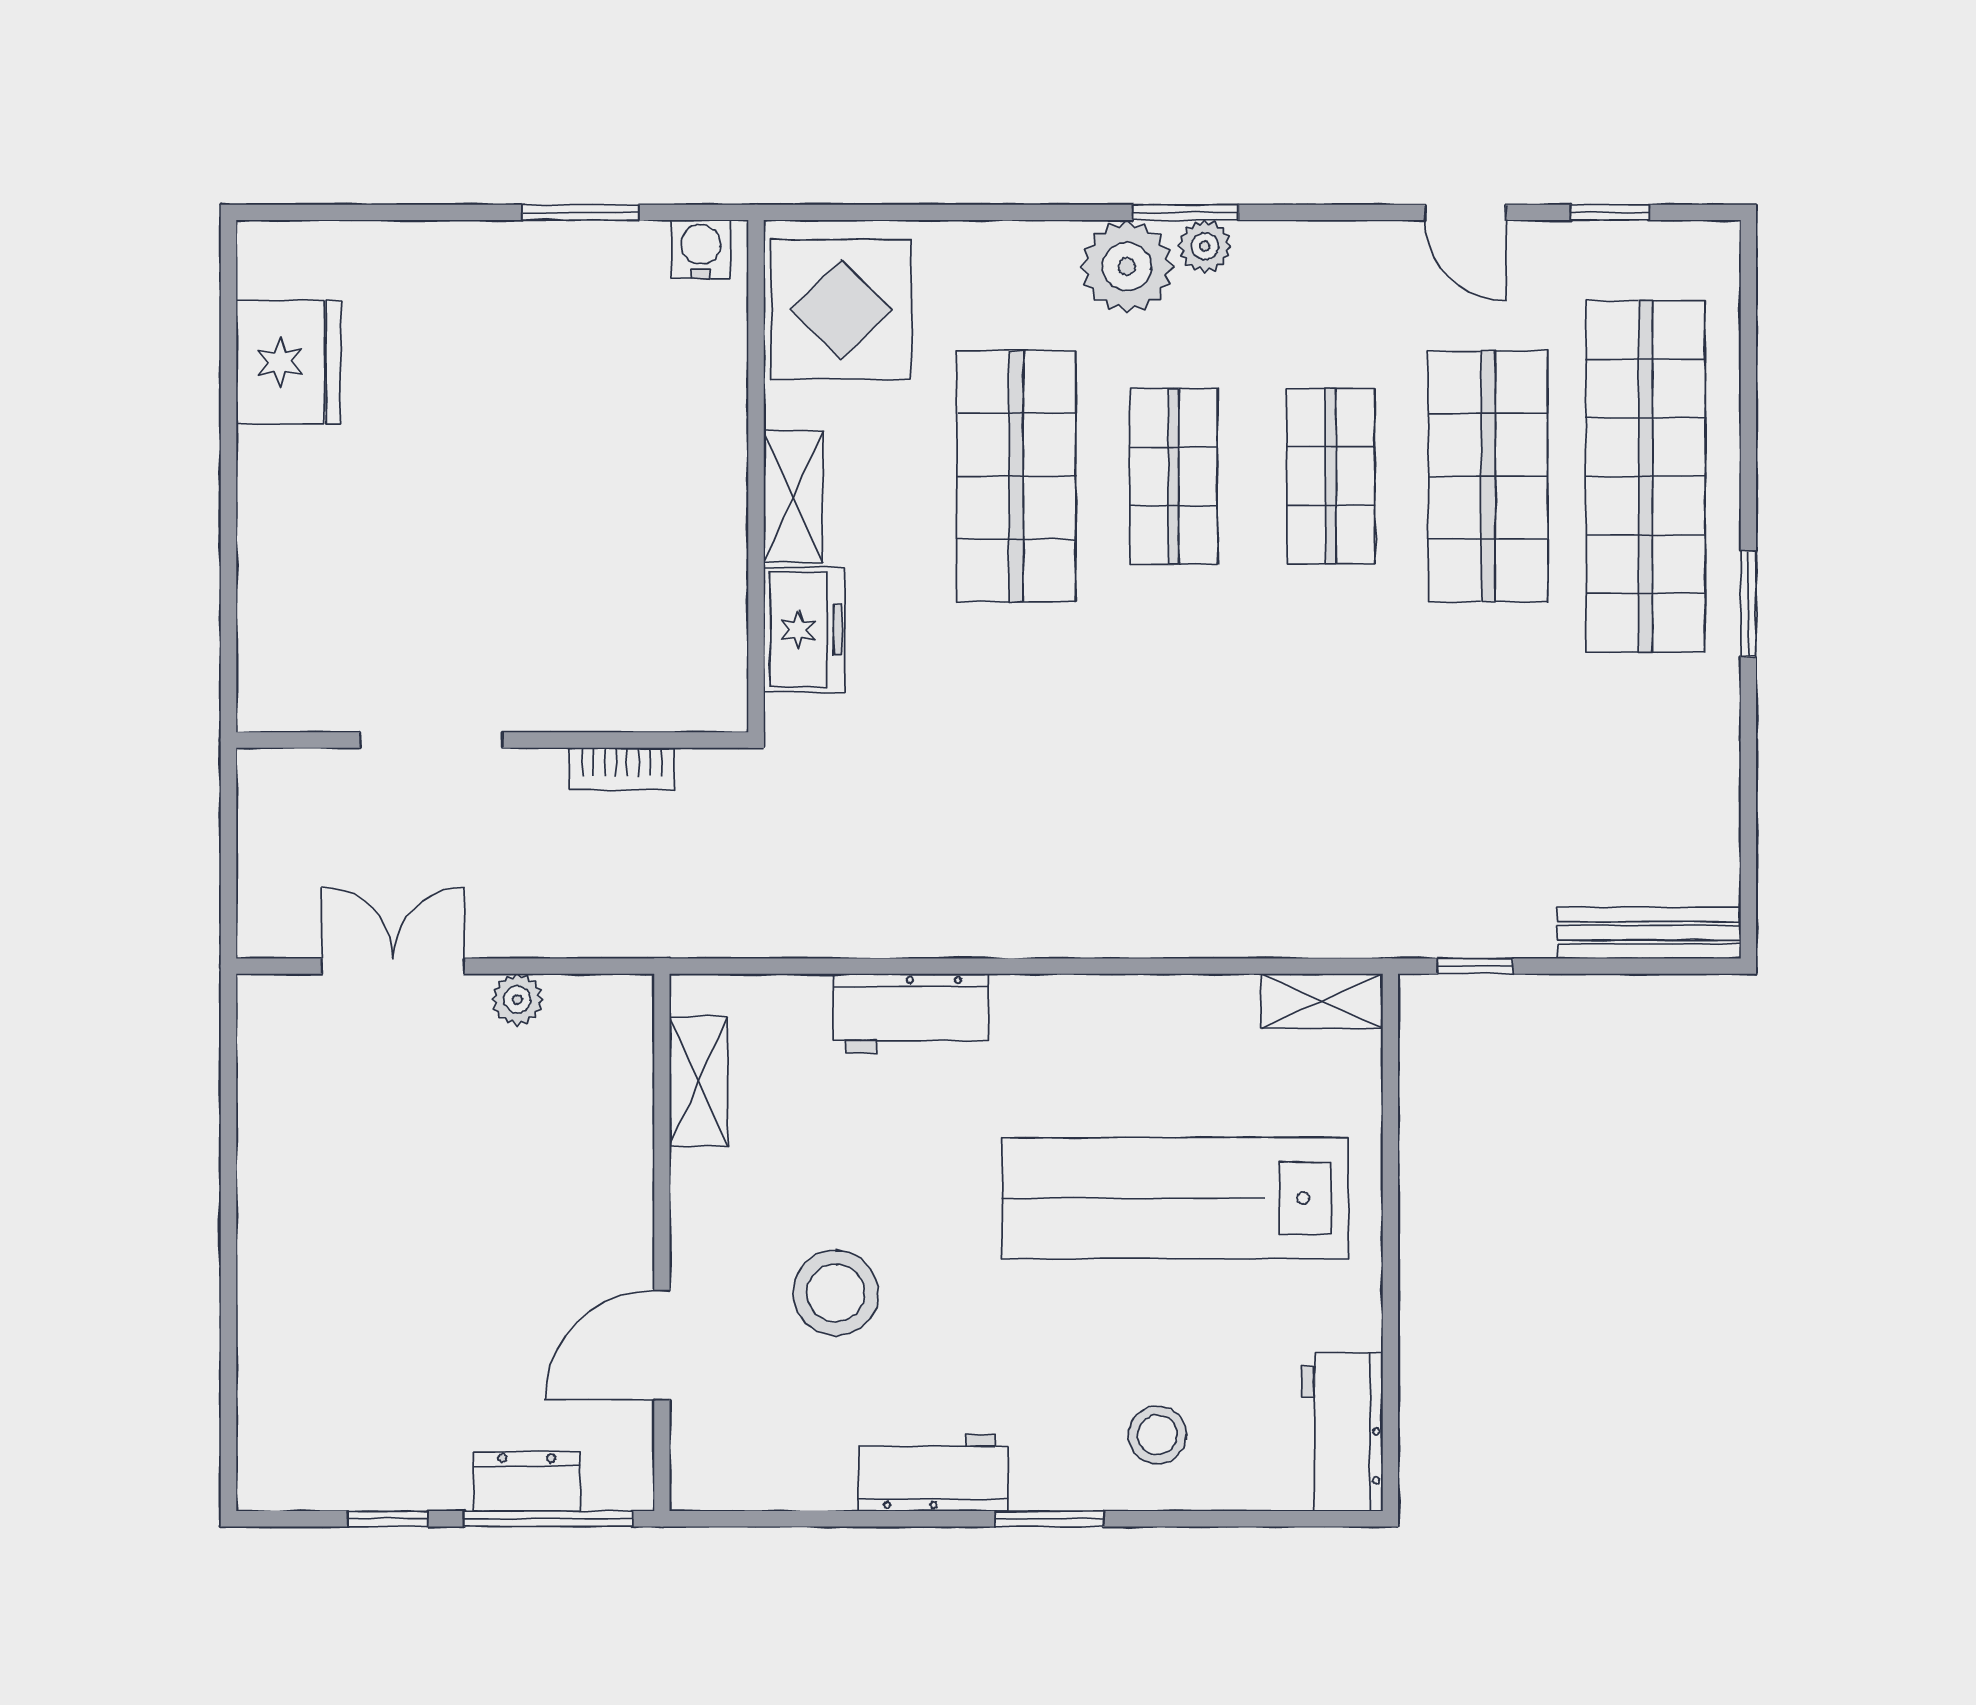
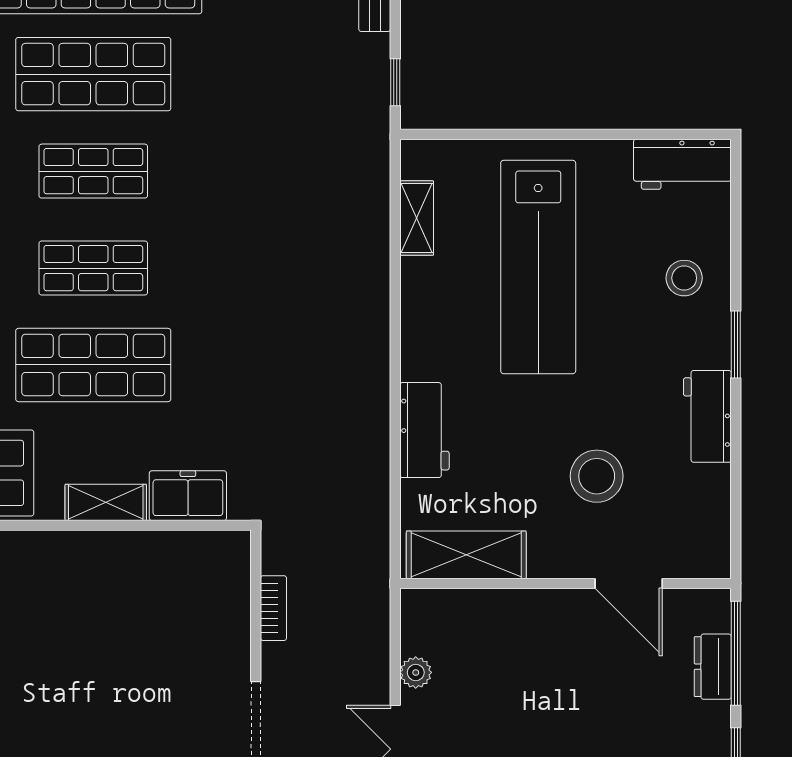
shelving: (1322, 1001) -> (417, 218), moved
shelving: (698, 1081) -> (466, 555), width x1.50, depth x1.33

